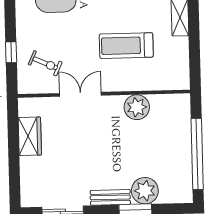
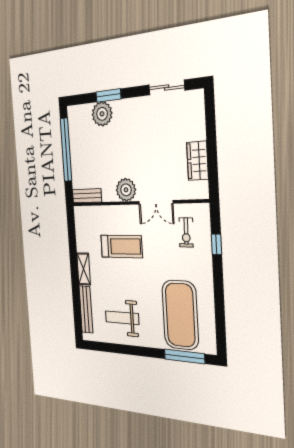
exercise bike: (45, 63) -> (186, 232), turned -112
plant: (137, 107) -> (126, 190), moved
bench: (110, 197) -> (87, 196), moved

